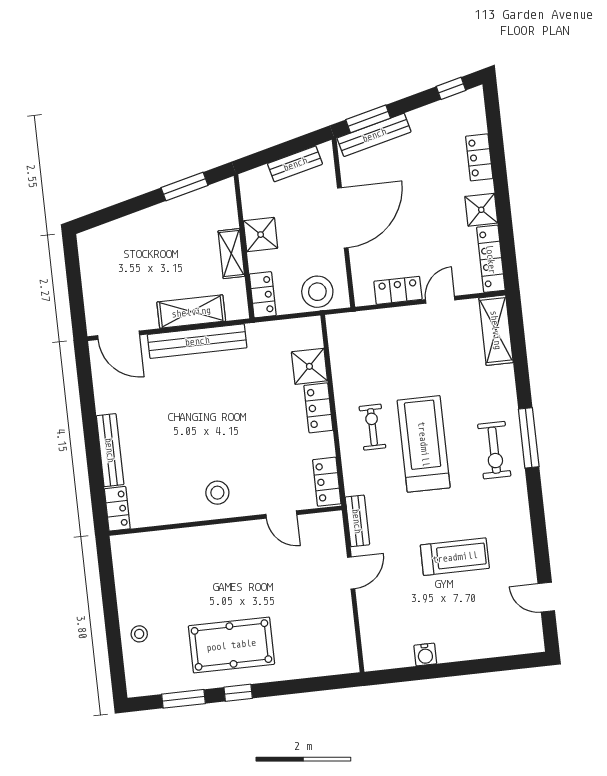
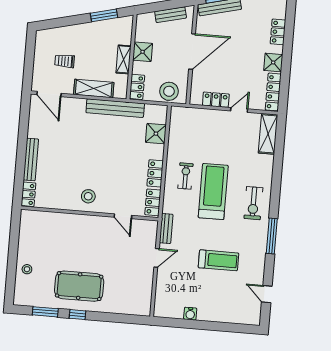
trolley: (134, 275) -> (65, 61), added
bench: (197, 341) -> (115, 108), moved
locker: (318, 408) -> (155, 173), moved
window: (529, 438) -> (272, 236), moved

